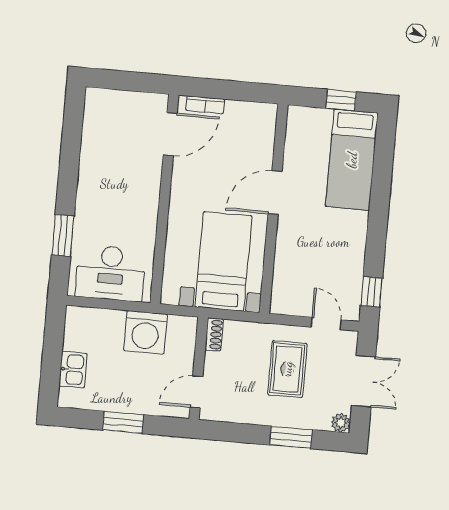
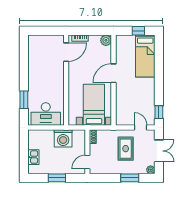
plant: (264, 115) -> (106, 40), added

